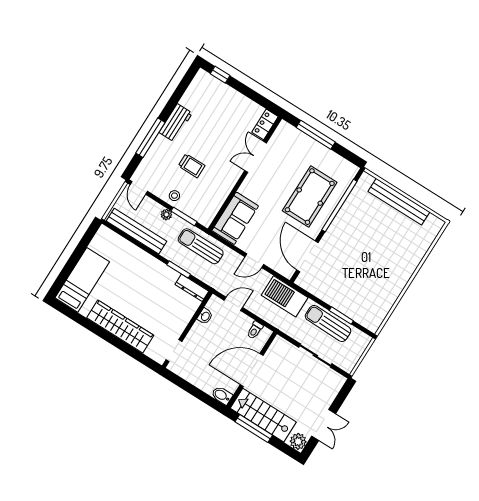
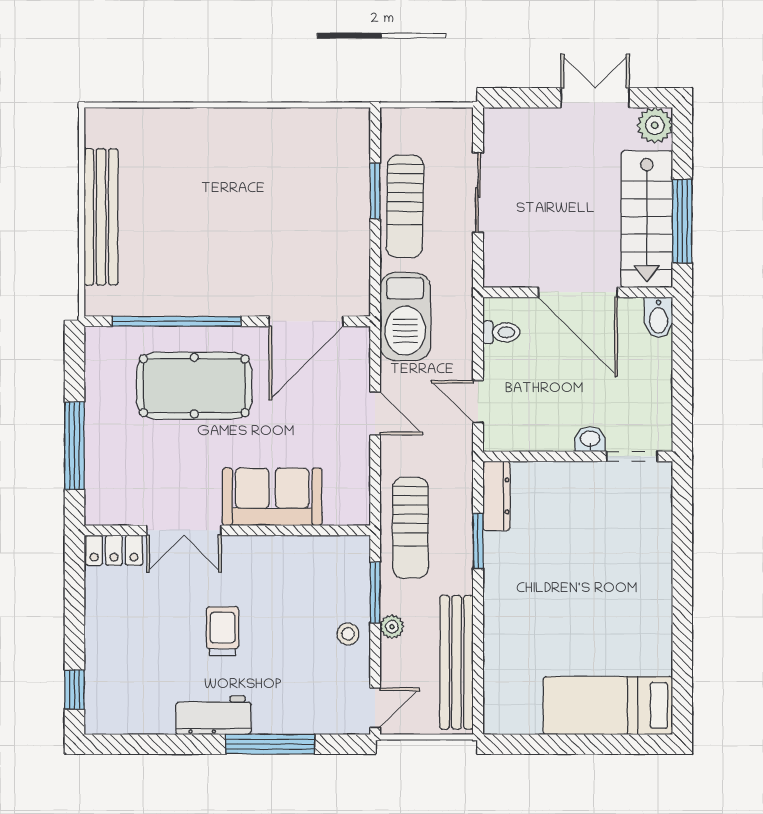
trolley: (192, 166) -> (222, 631), moved
sofa: (235, 218) -> (272, 497), moved
washbasin: (205, 316) -> (590, 439), moved
wardrobe: (120, 327) -> (649, 582), removed

